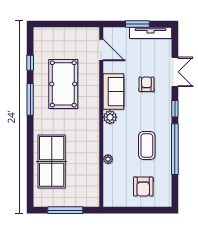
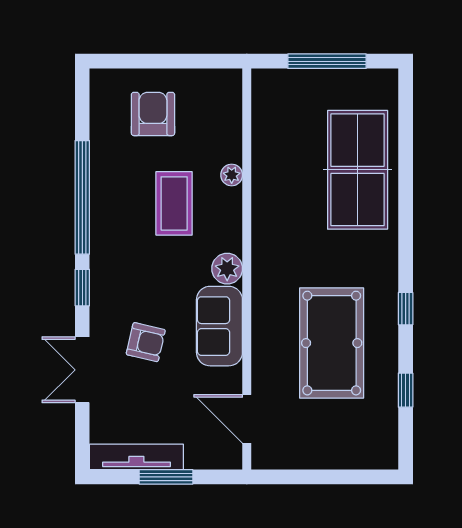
armchair: (146, 84) -> (146, 342), turned -77
window: (30, 99) -> (406, 309), width x0.46
coffee table: (147, 145) -> (174, 203), moved

